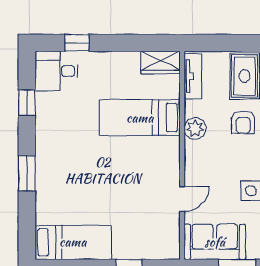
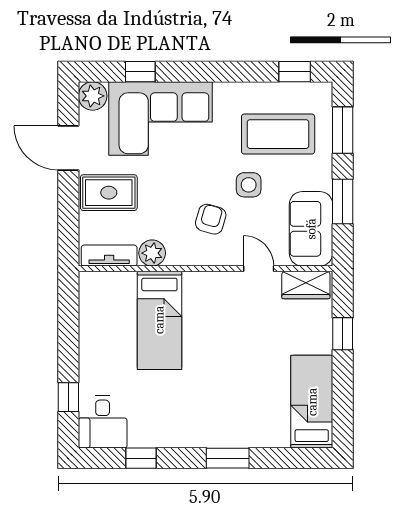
wardrobe: (161, 62) -> (306, 285), moved, turned 90
armchair: (243, 122) -> (211, 219), moved, turned -74
plant: (195, 128) -> (152, 253), moved

